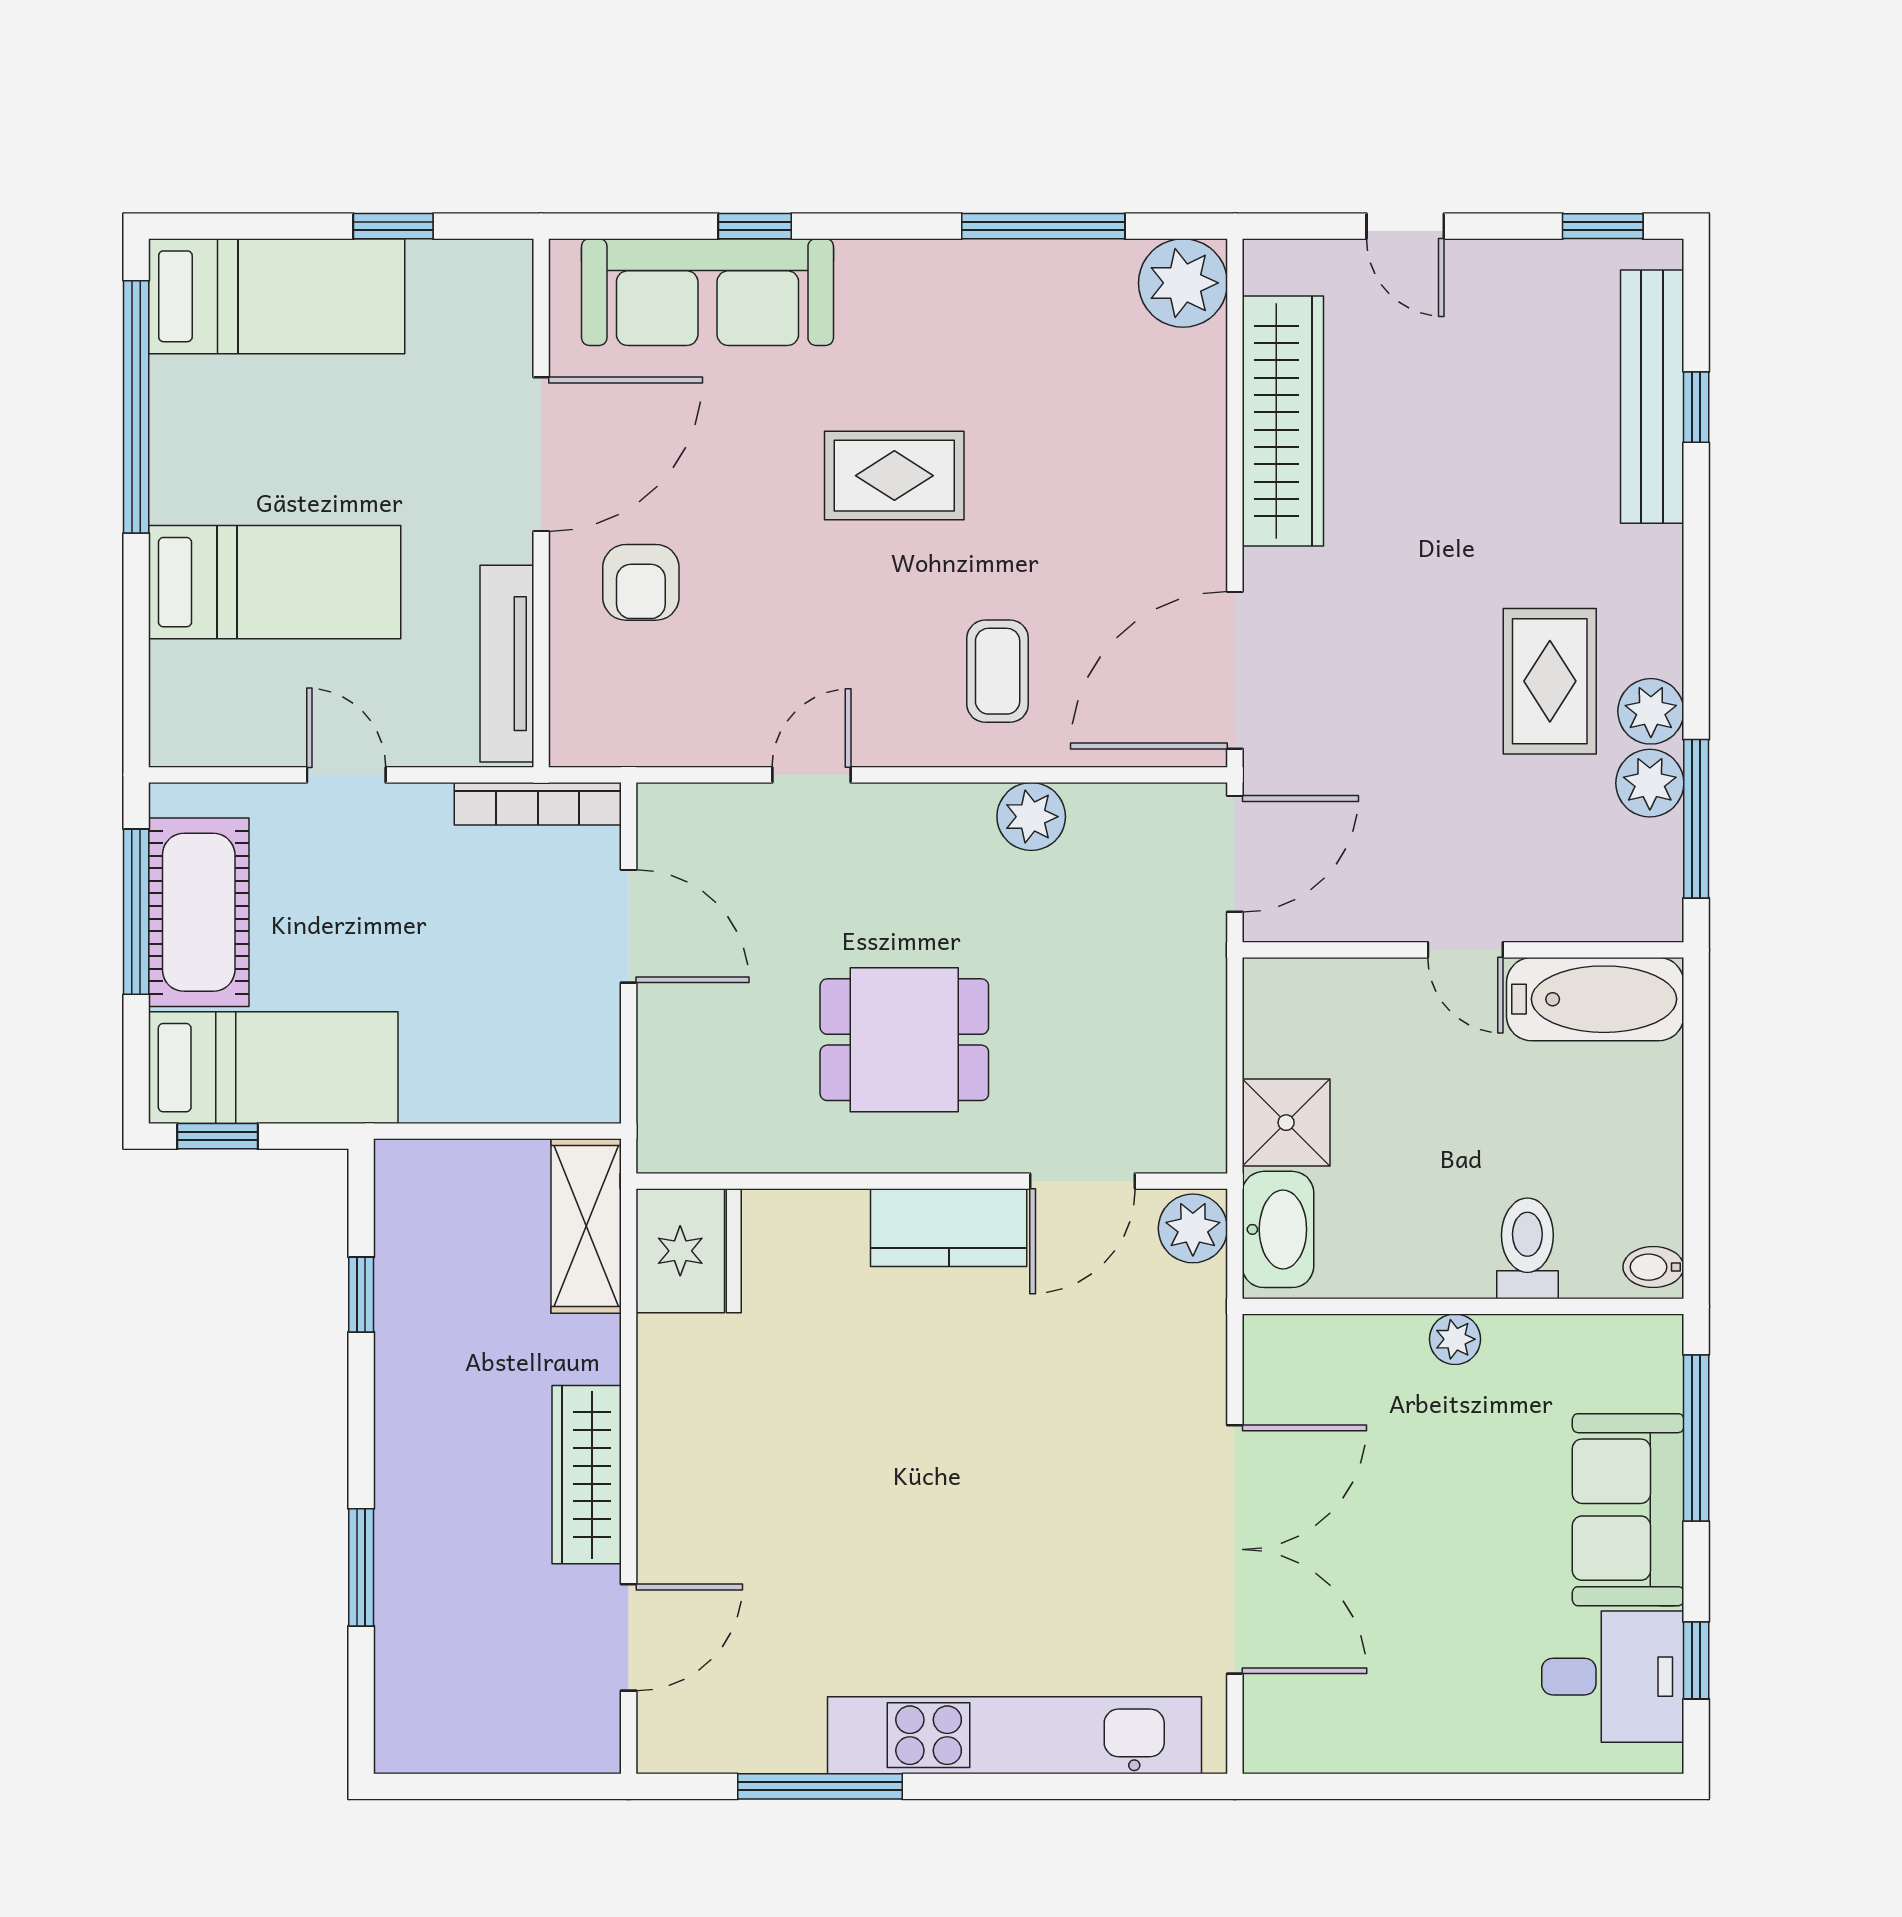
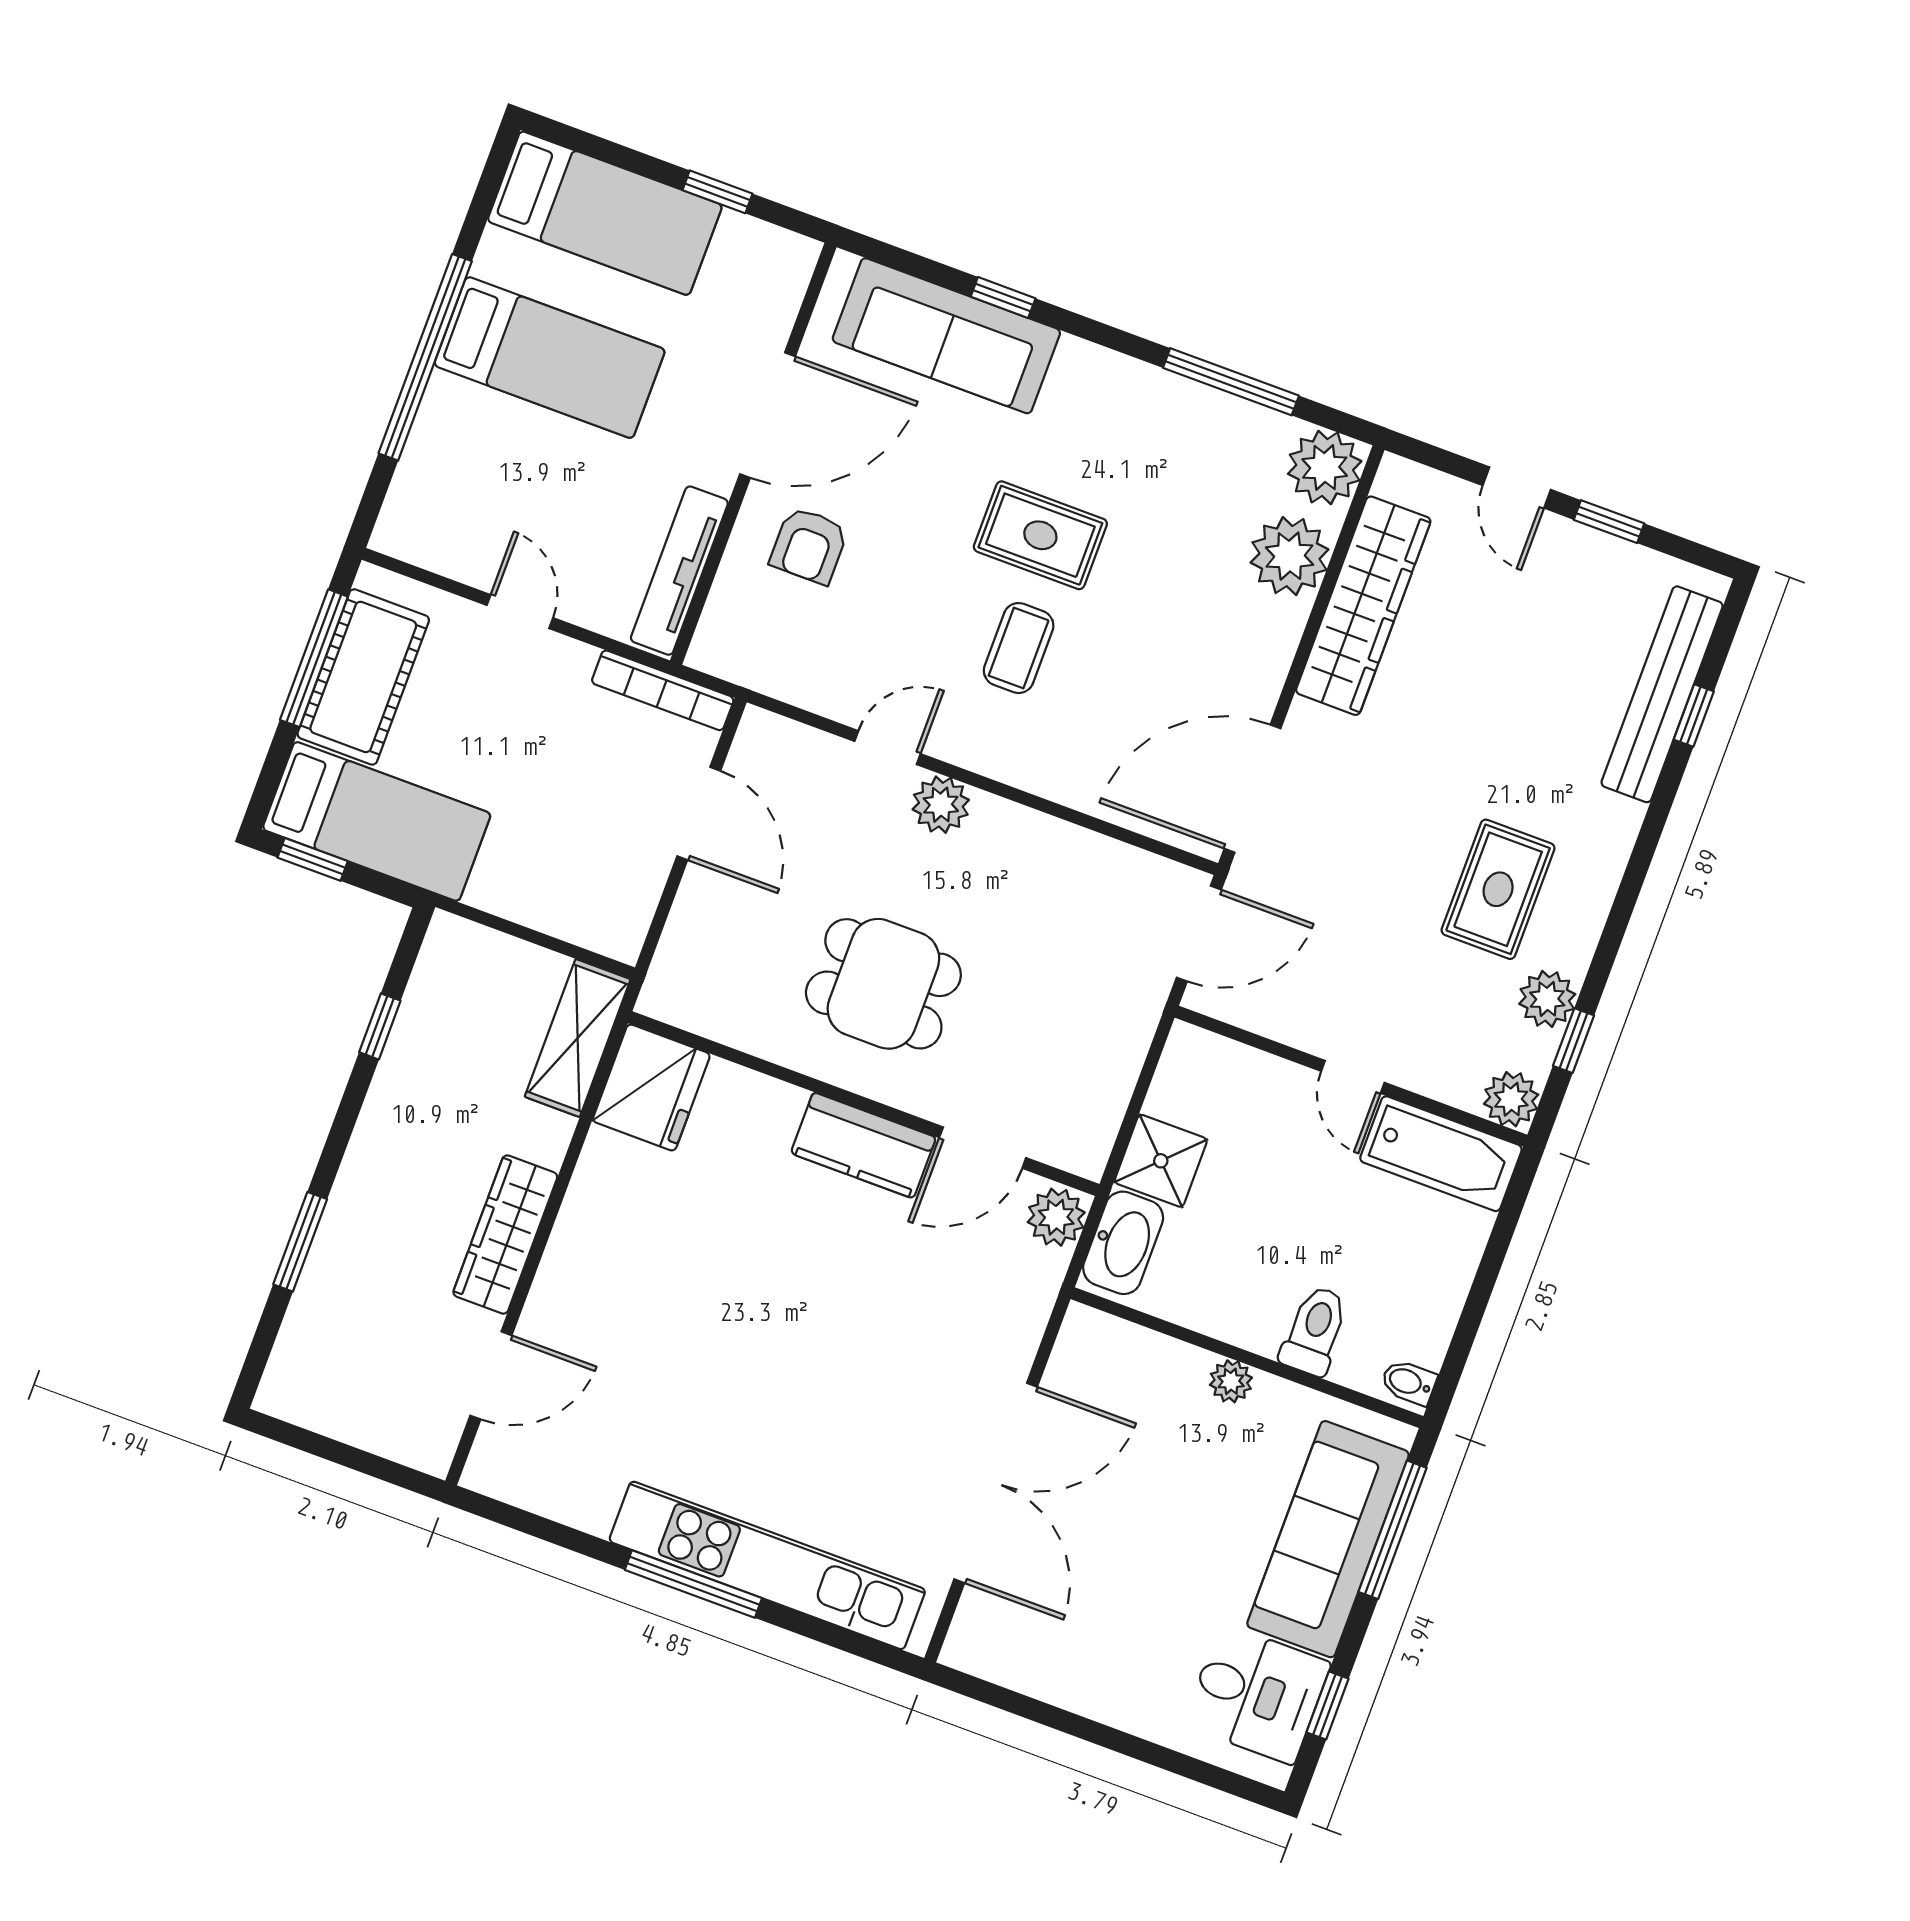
window: (1603, 226) -> (1609, 522), moved
plant: (1180, 396) -> (1290, 556), added
window: (136, 407) -> (425, 357), moved
bed: (275, 582) -> (550, 358), moved
coffee table: (998, 671) -> (1019, 648), moved
plant: (1651, 711) -> (1511, 1099), moved
plant: (1031, 817) -> (941, 805), moved
window: (1696, 819) -> (1574, 1041), width x0.46
sofa: (1628, 1510) -> (1328, 1539), width x1.36
window: (820, 1786) -> (693, 1584), moved

